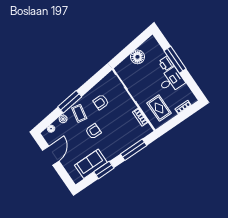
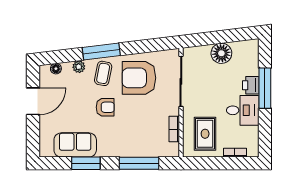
armchair: (101, 102) -> (139, 78), width x1.88, depth x1.88

